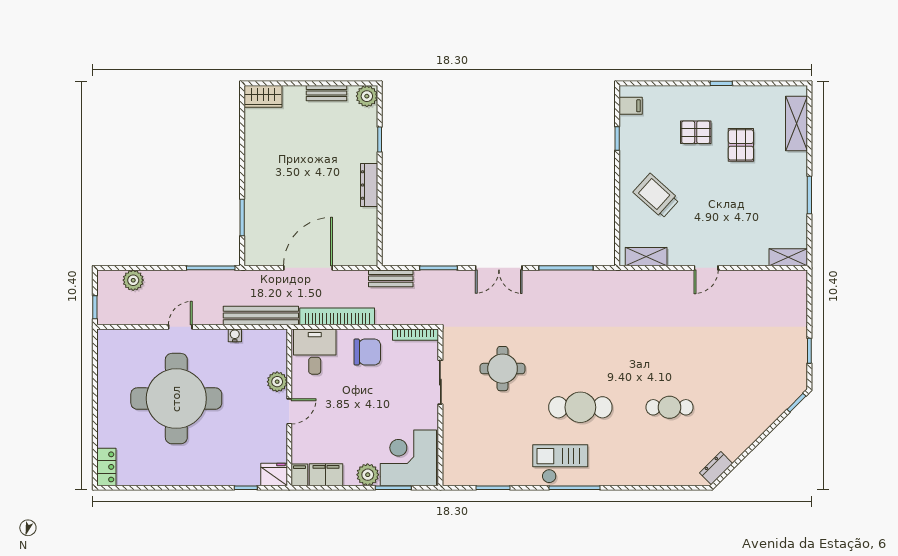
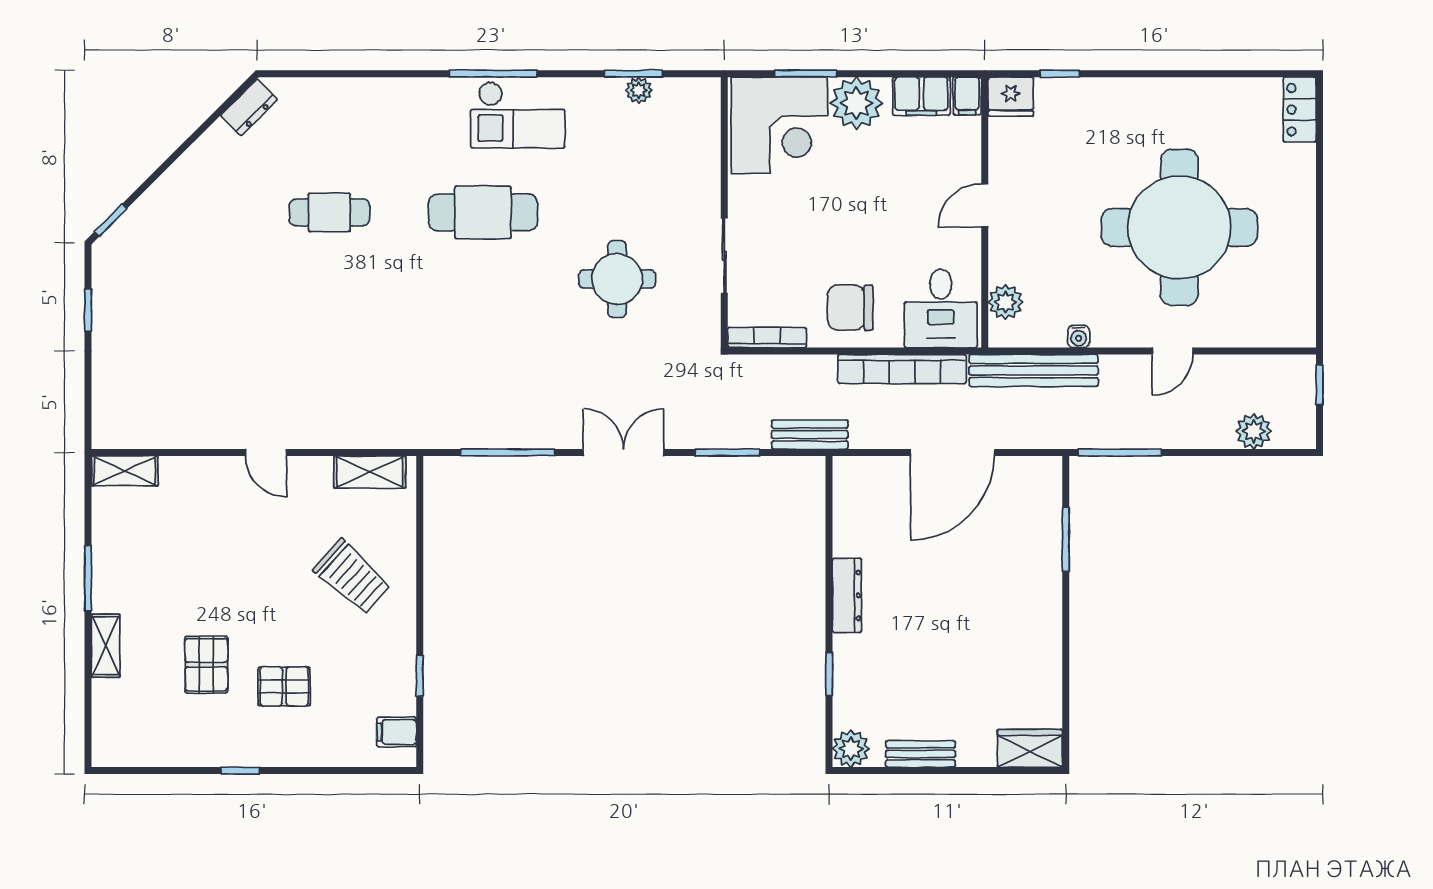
shelving: (797, 124) -> (106, 646), moved, width x0.67, depth x0.75
door: (706, 268) -> (266, 453), swing flipped
plant: (277, 382) -> (1005, 302), moved
plant: (368, 475) -> (856, 103), width x1.36, depth x1.36
plant: (490, 478) -> (639, 90), added

